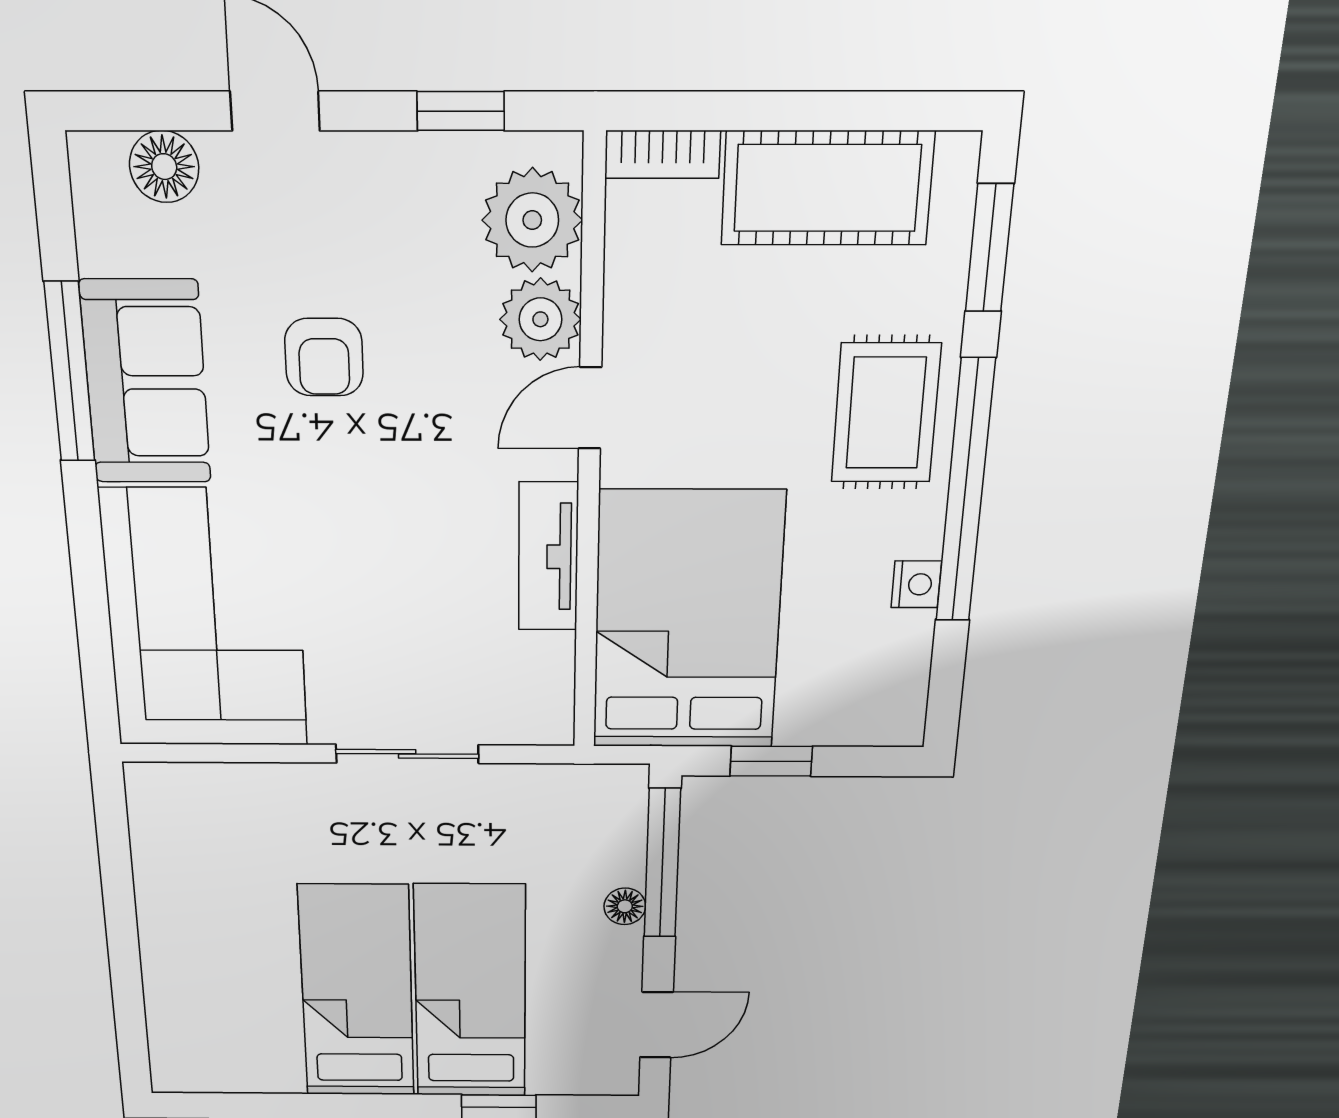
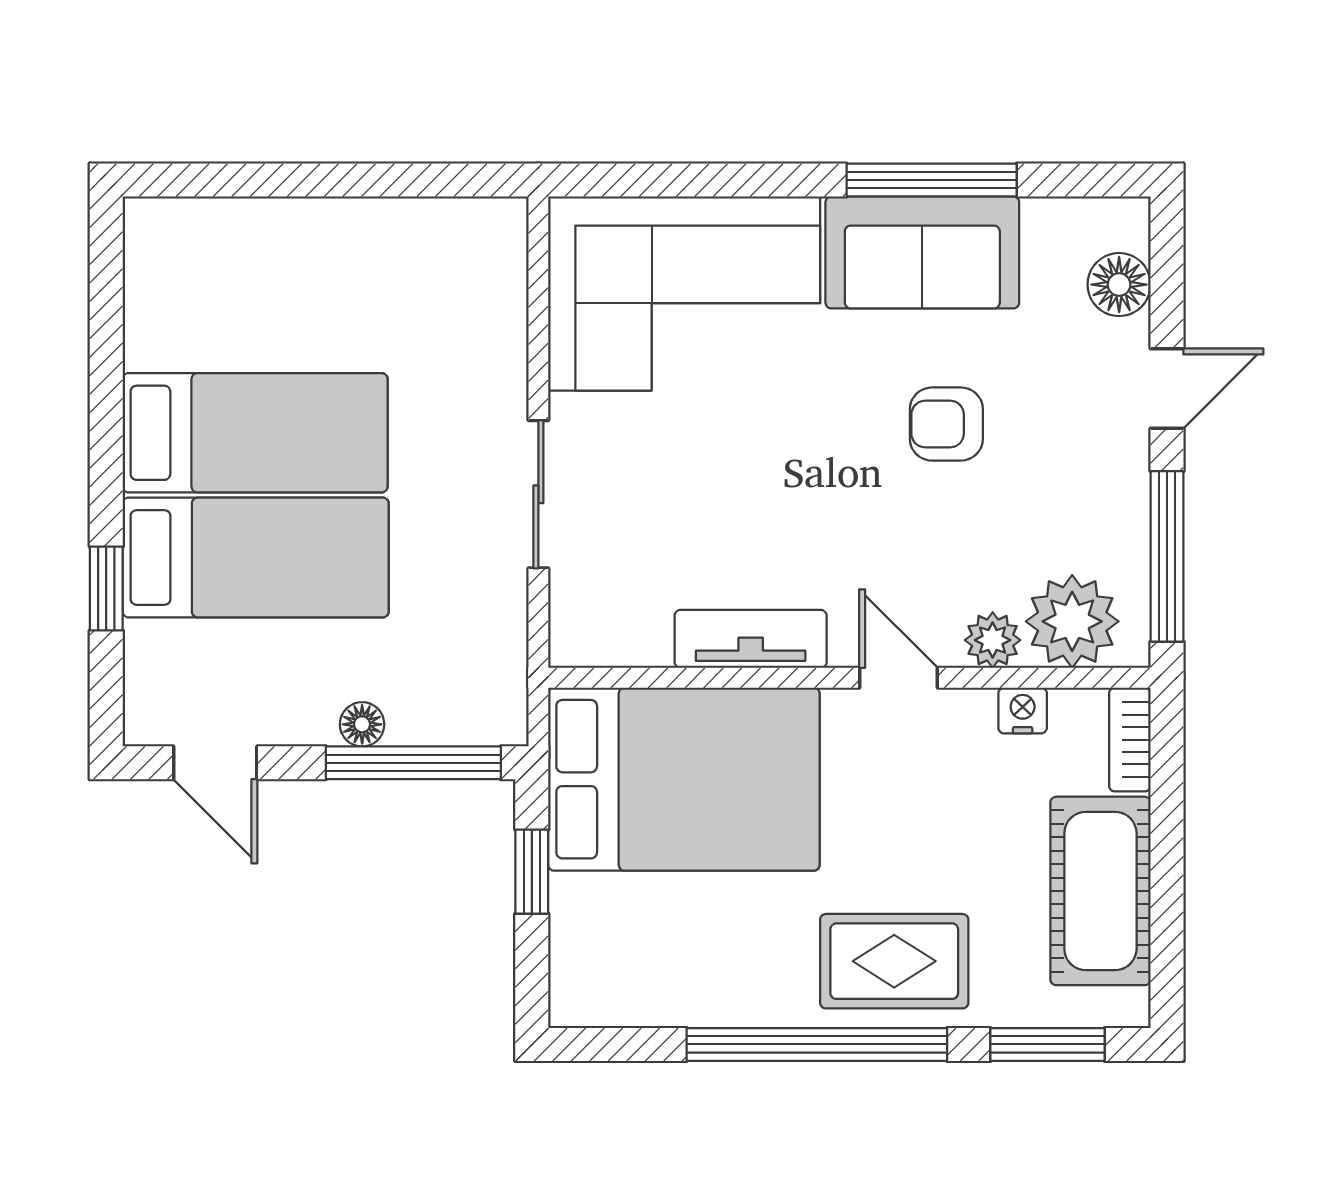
window: (461, 111) -> (1167, 556), width x2.17
plant: (540, 319) -> (993, 640), width x0.73, depth x0.73
nightstand: (916, 584) -> (1023, 710), moved, turned 180

